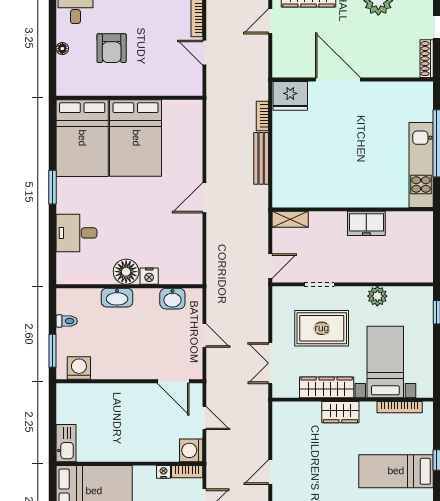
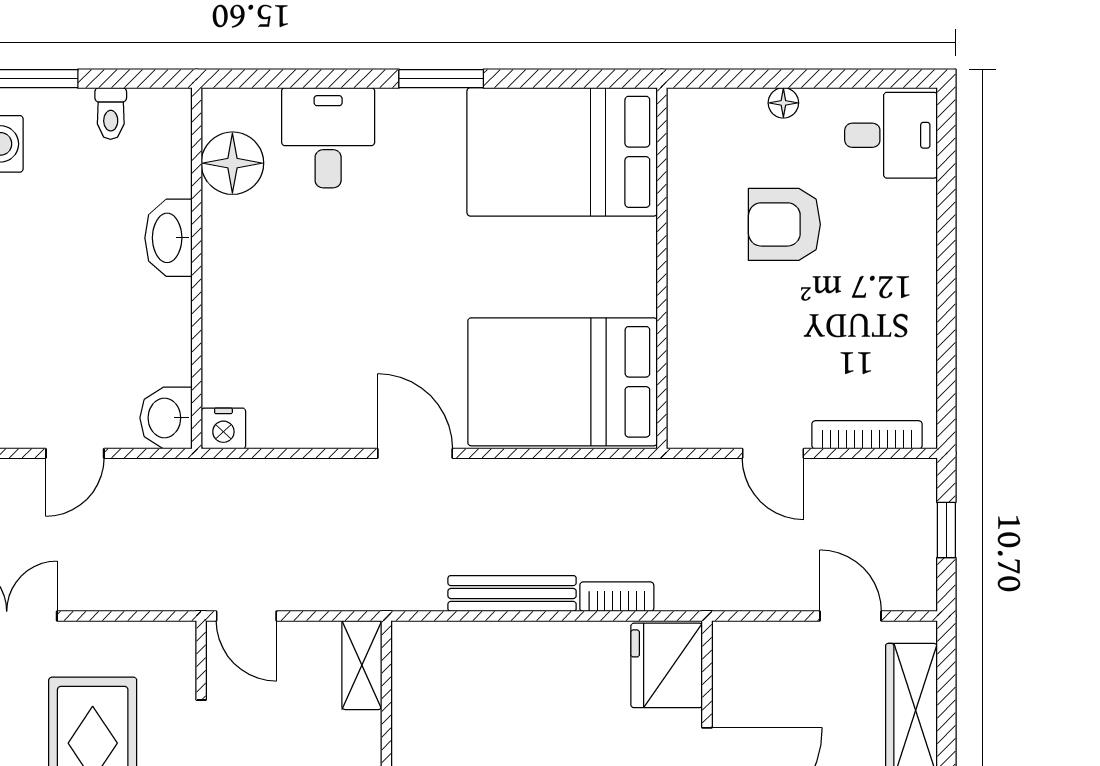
door: (204, 53) -> (773, 453), swing flipped
bed: (136, 138) -> (563, 382), moved
floor lamp: (126, 272) -> (232, 163), moved
nightstand: (149, 276) -> (223, 428), moved, turned -90
washbasin: (172, 299) -> (166, 418), moved

